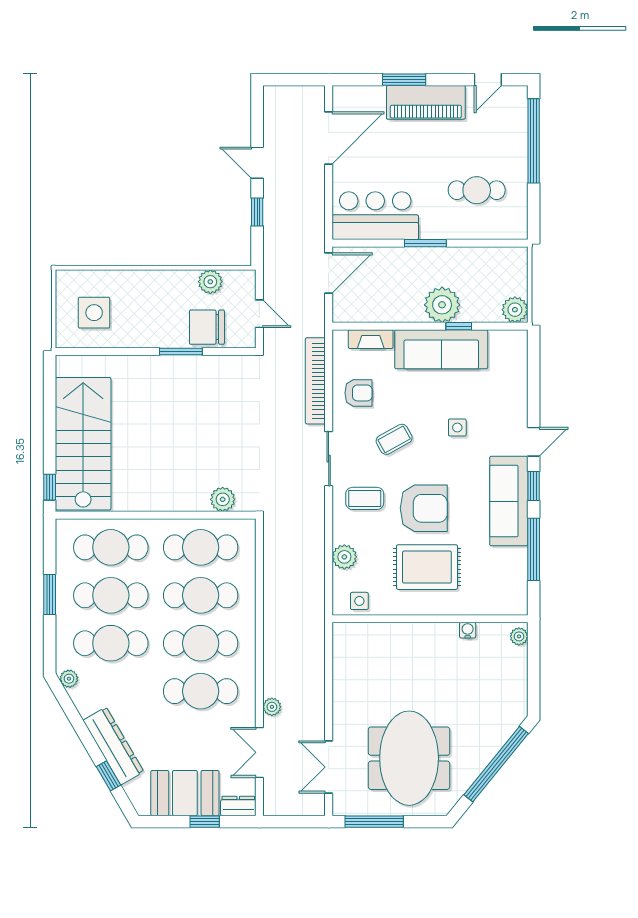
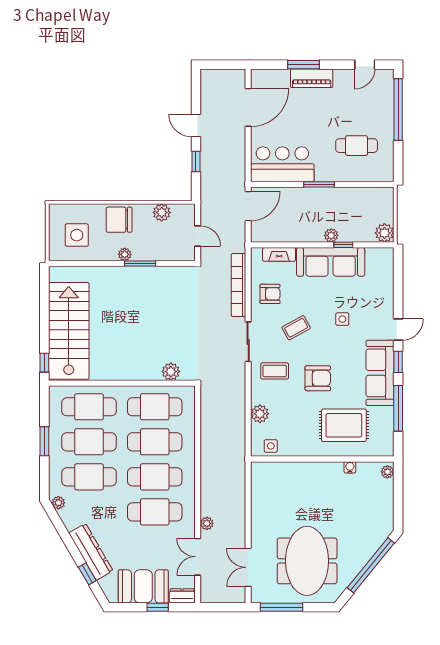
piano: (426, 102) -> (312, 78), width x0.73, depth x0.75
plant: (442, 305) -> (331, 235), width x0.53, depth x0.53
chair: (207, 327) -> (119, 220), moved
plant: (160, 339) -> (125, 254), added
armchair: (424, 508) -> (318, 378), width x0.73, depth x0.73
rug: (427, 567) -> (344, 425), moved

